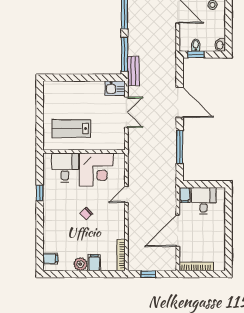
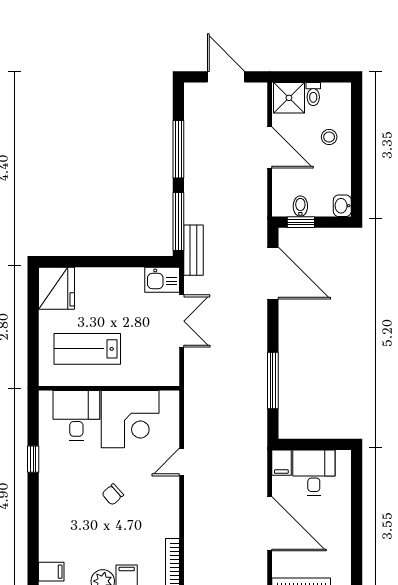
fridge: (53, 93) -> (57, 288), added
door: (180, 102) -> (273, 273), moved
door: (178, 231) -> (270, 524), swing flipped

